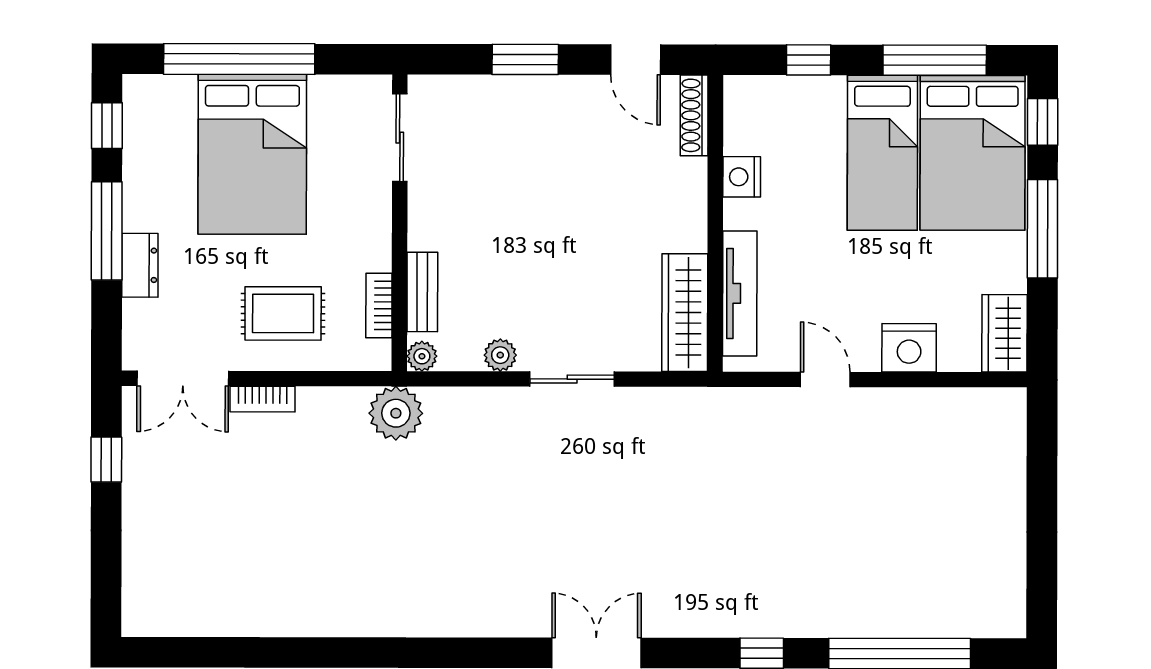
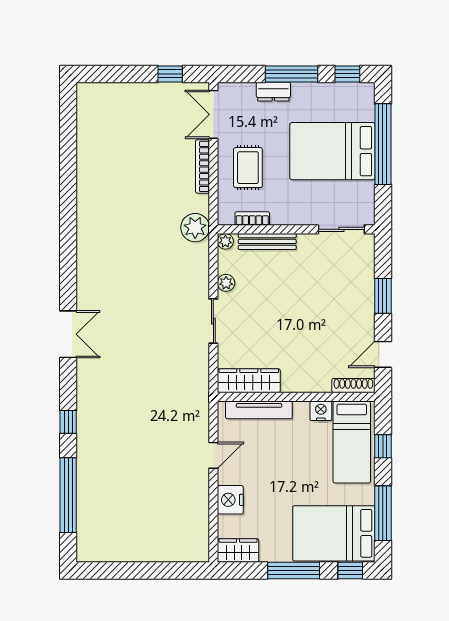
bed: (882, 153) -> (352, 442), moved, turned -90
bench: (422, 292) -> (267, 241), width x1.36
bookcase: (262, 399) -> (202, 166), width x1.56

